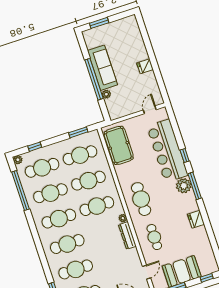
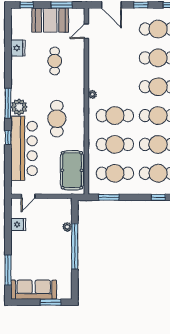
window: (146, 39) -> (8, 270), added
fridge: (145, 66) -> (18, 224), moved
sofa: (103, 68) -> (34, 290), moved, turned 90
cafe table: (141, 199) -> (57, 119), moved
fridge: (196, 219) -> (18, 48), moved
dresser: (127, 236) -> (94, 75), removed
cafe table: (154, 237) -> (55, 61), moved

